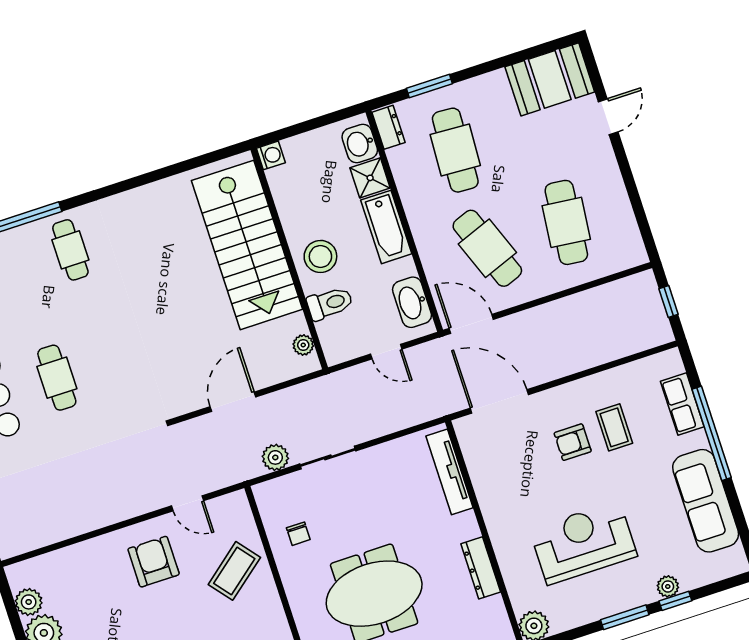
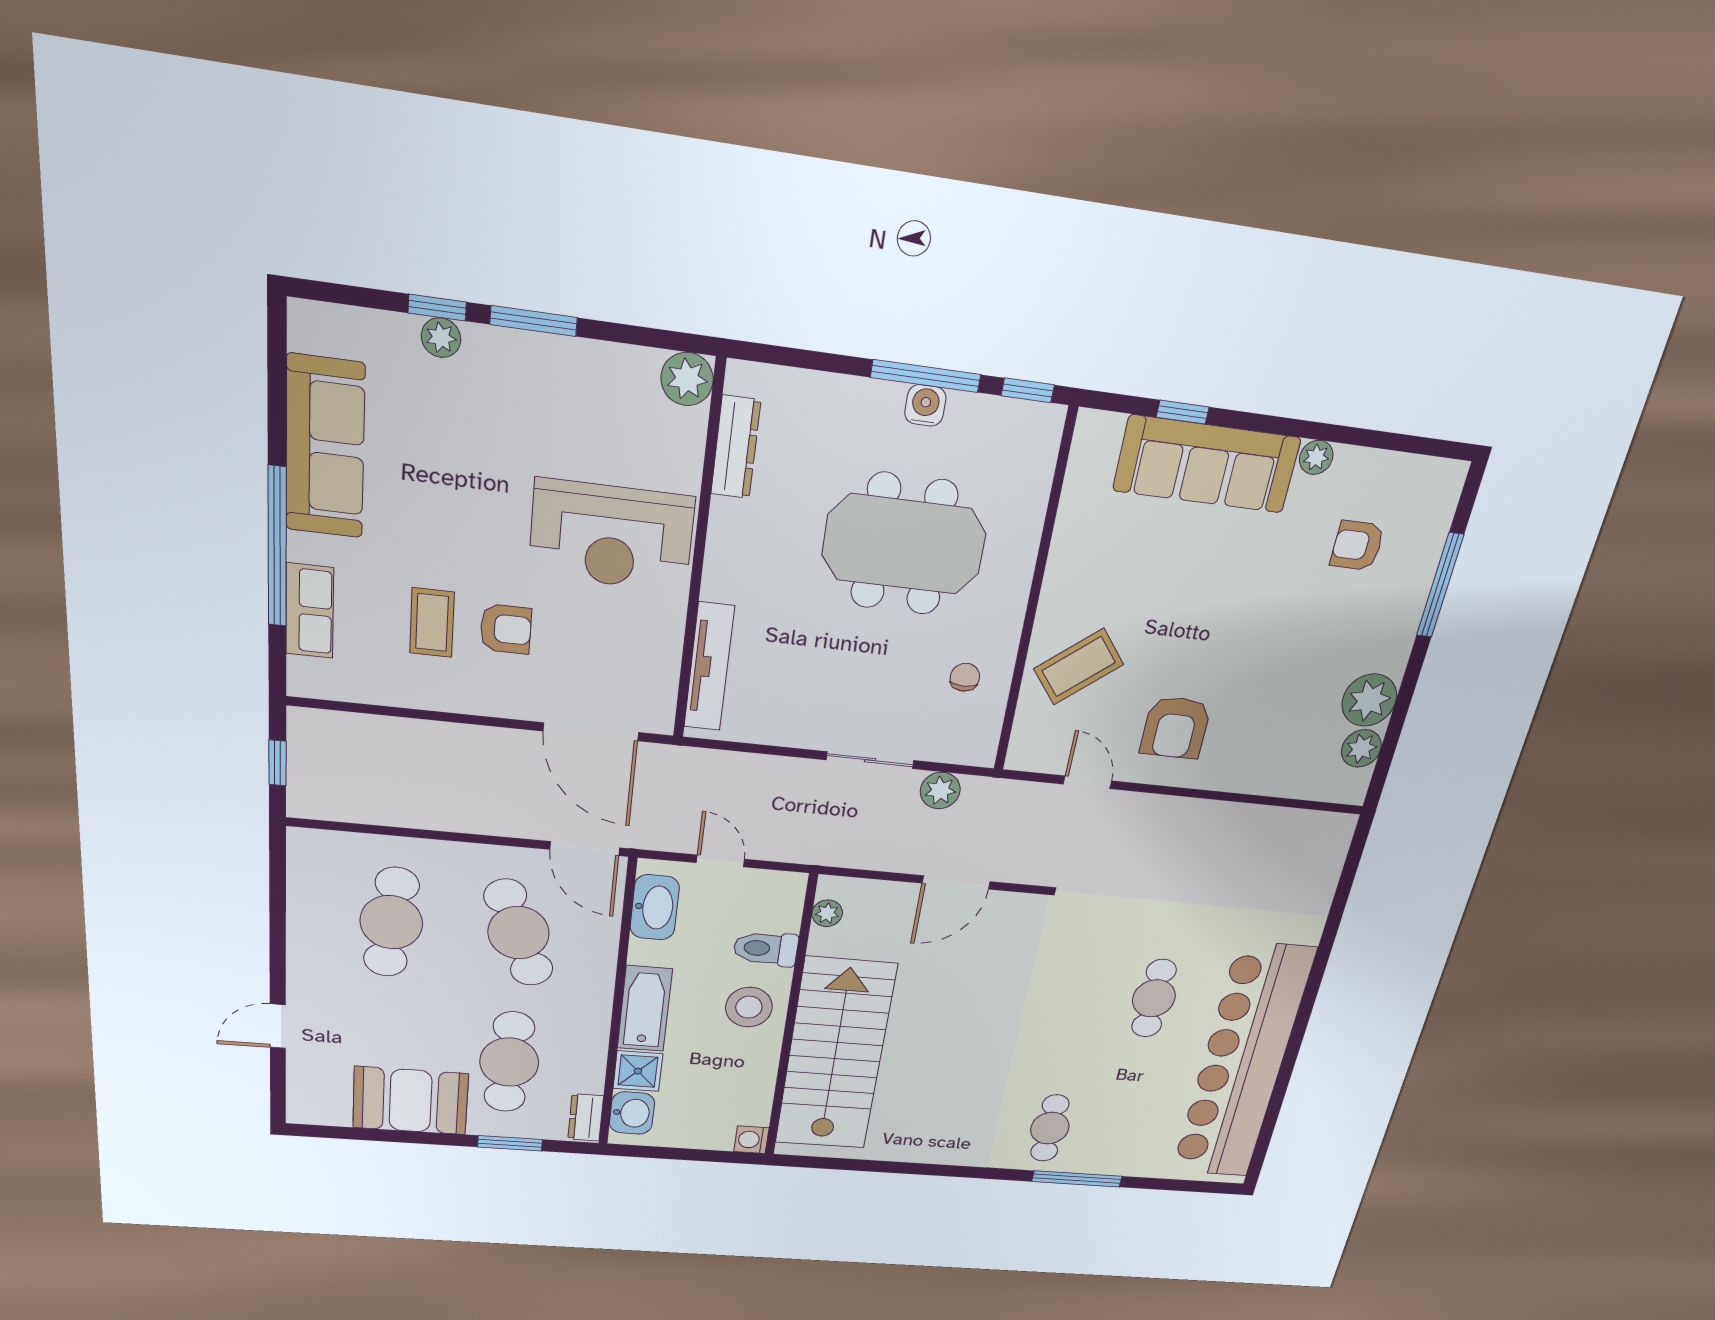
booth: (550, 79) -> (411, 1101), moved
reception desk: (583, 543) -> (612, 536), moved
dresser: (481, 568) -> (736, 447), moved

